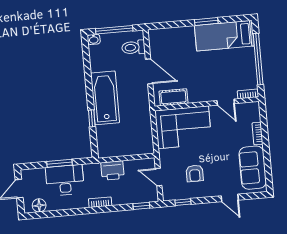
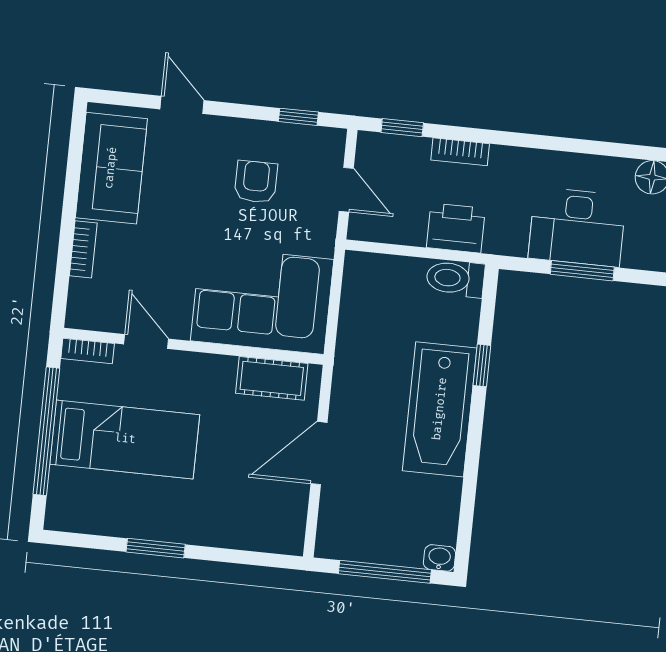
bed: (224, 36) -> (125, 439), moved
toilet: (133, 47) -> (455, 278), moved, turned 180
door: (149, 71) -> (319, 453), hinge flipped
bookcase: (100, 202) -> (460, 152), moved

